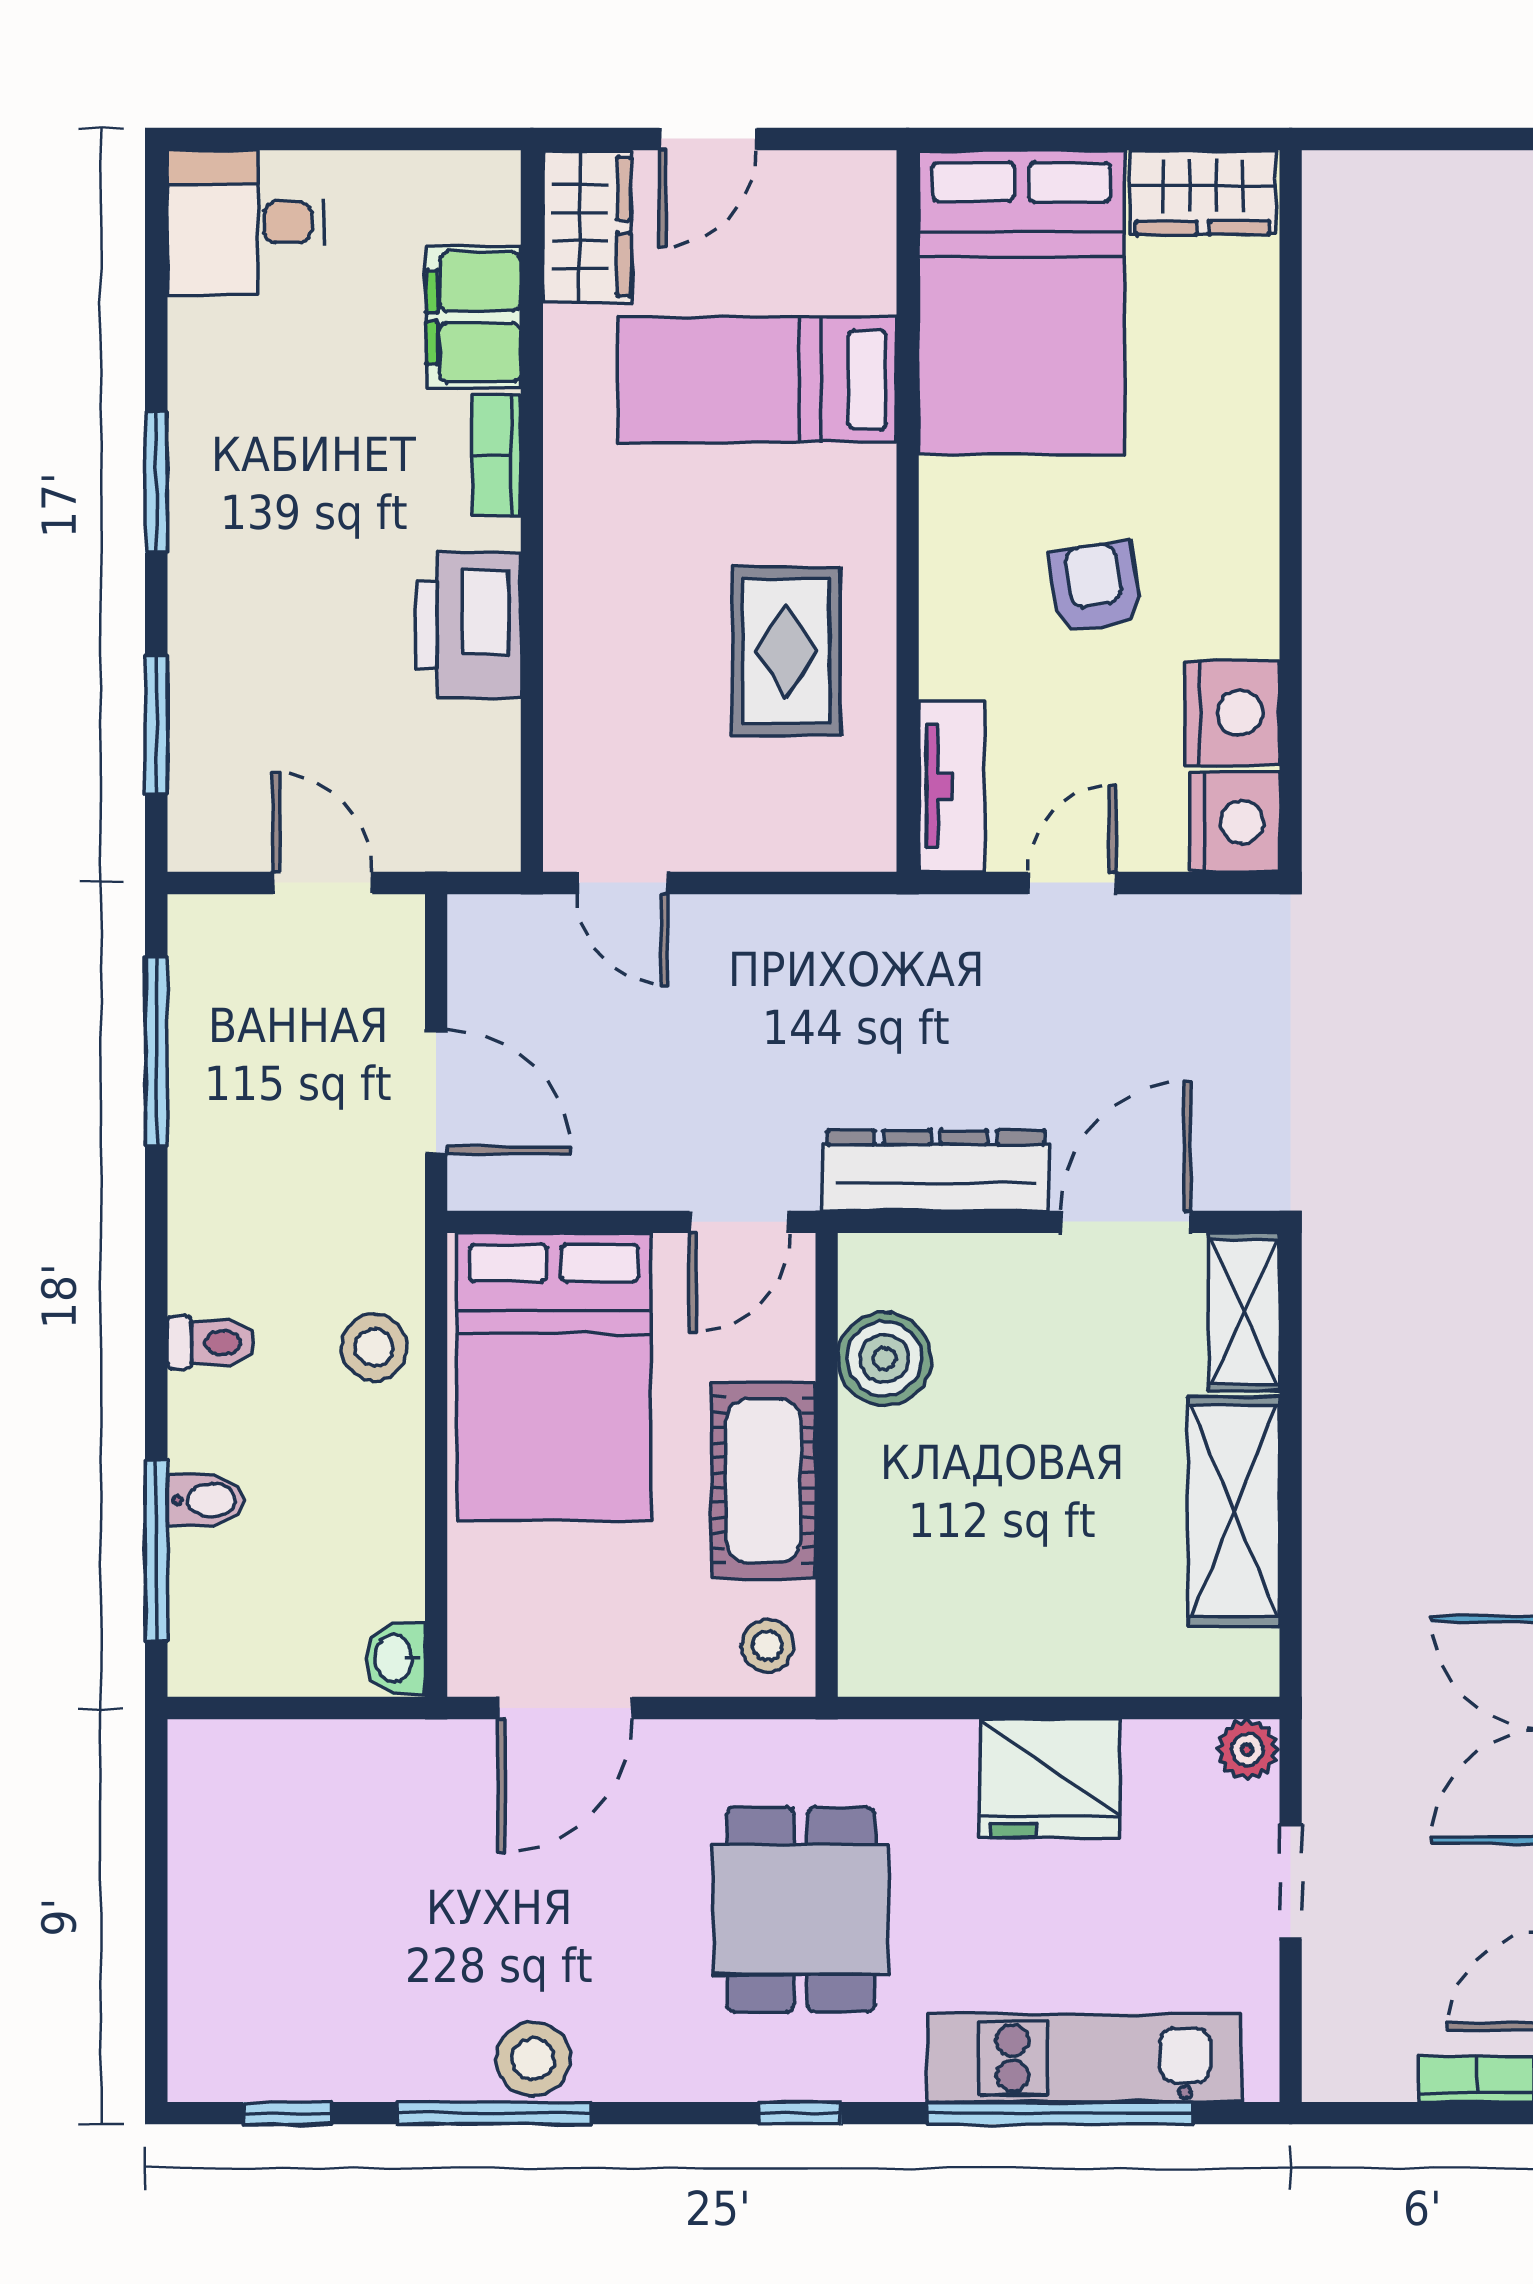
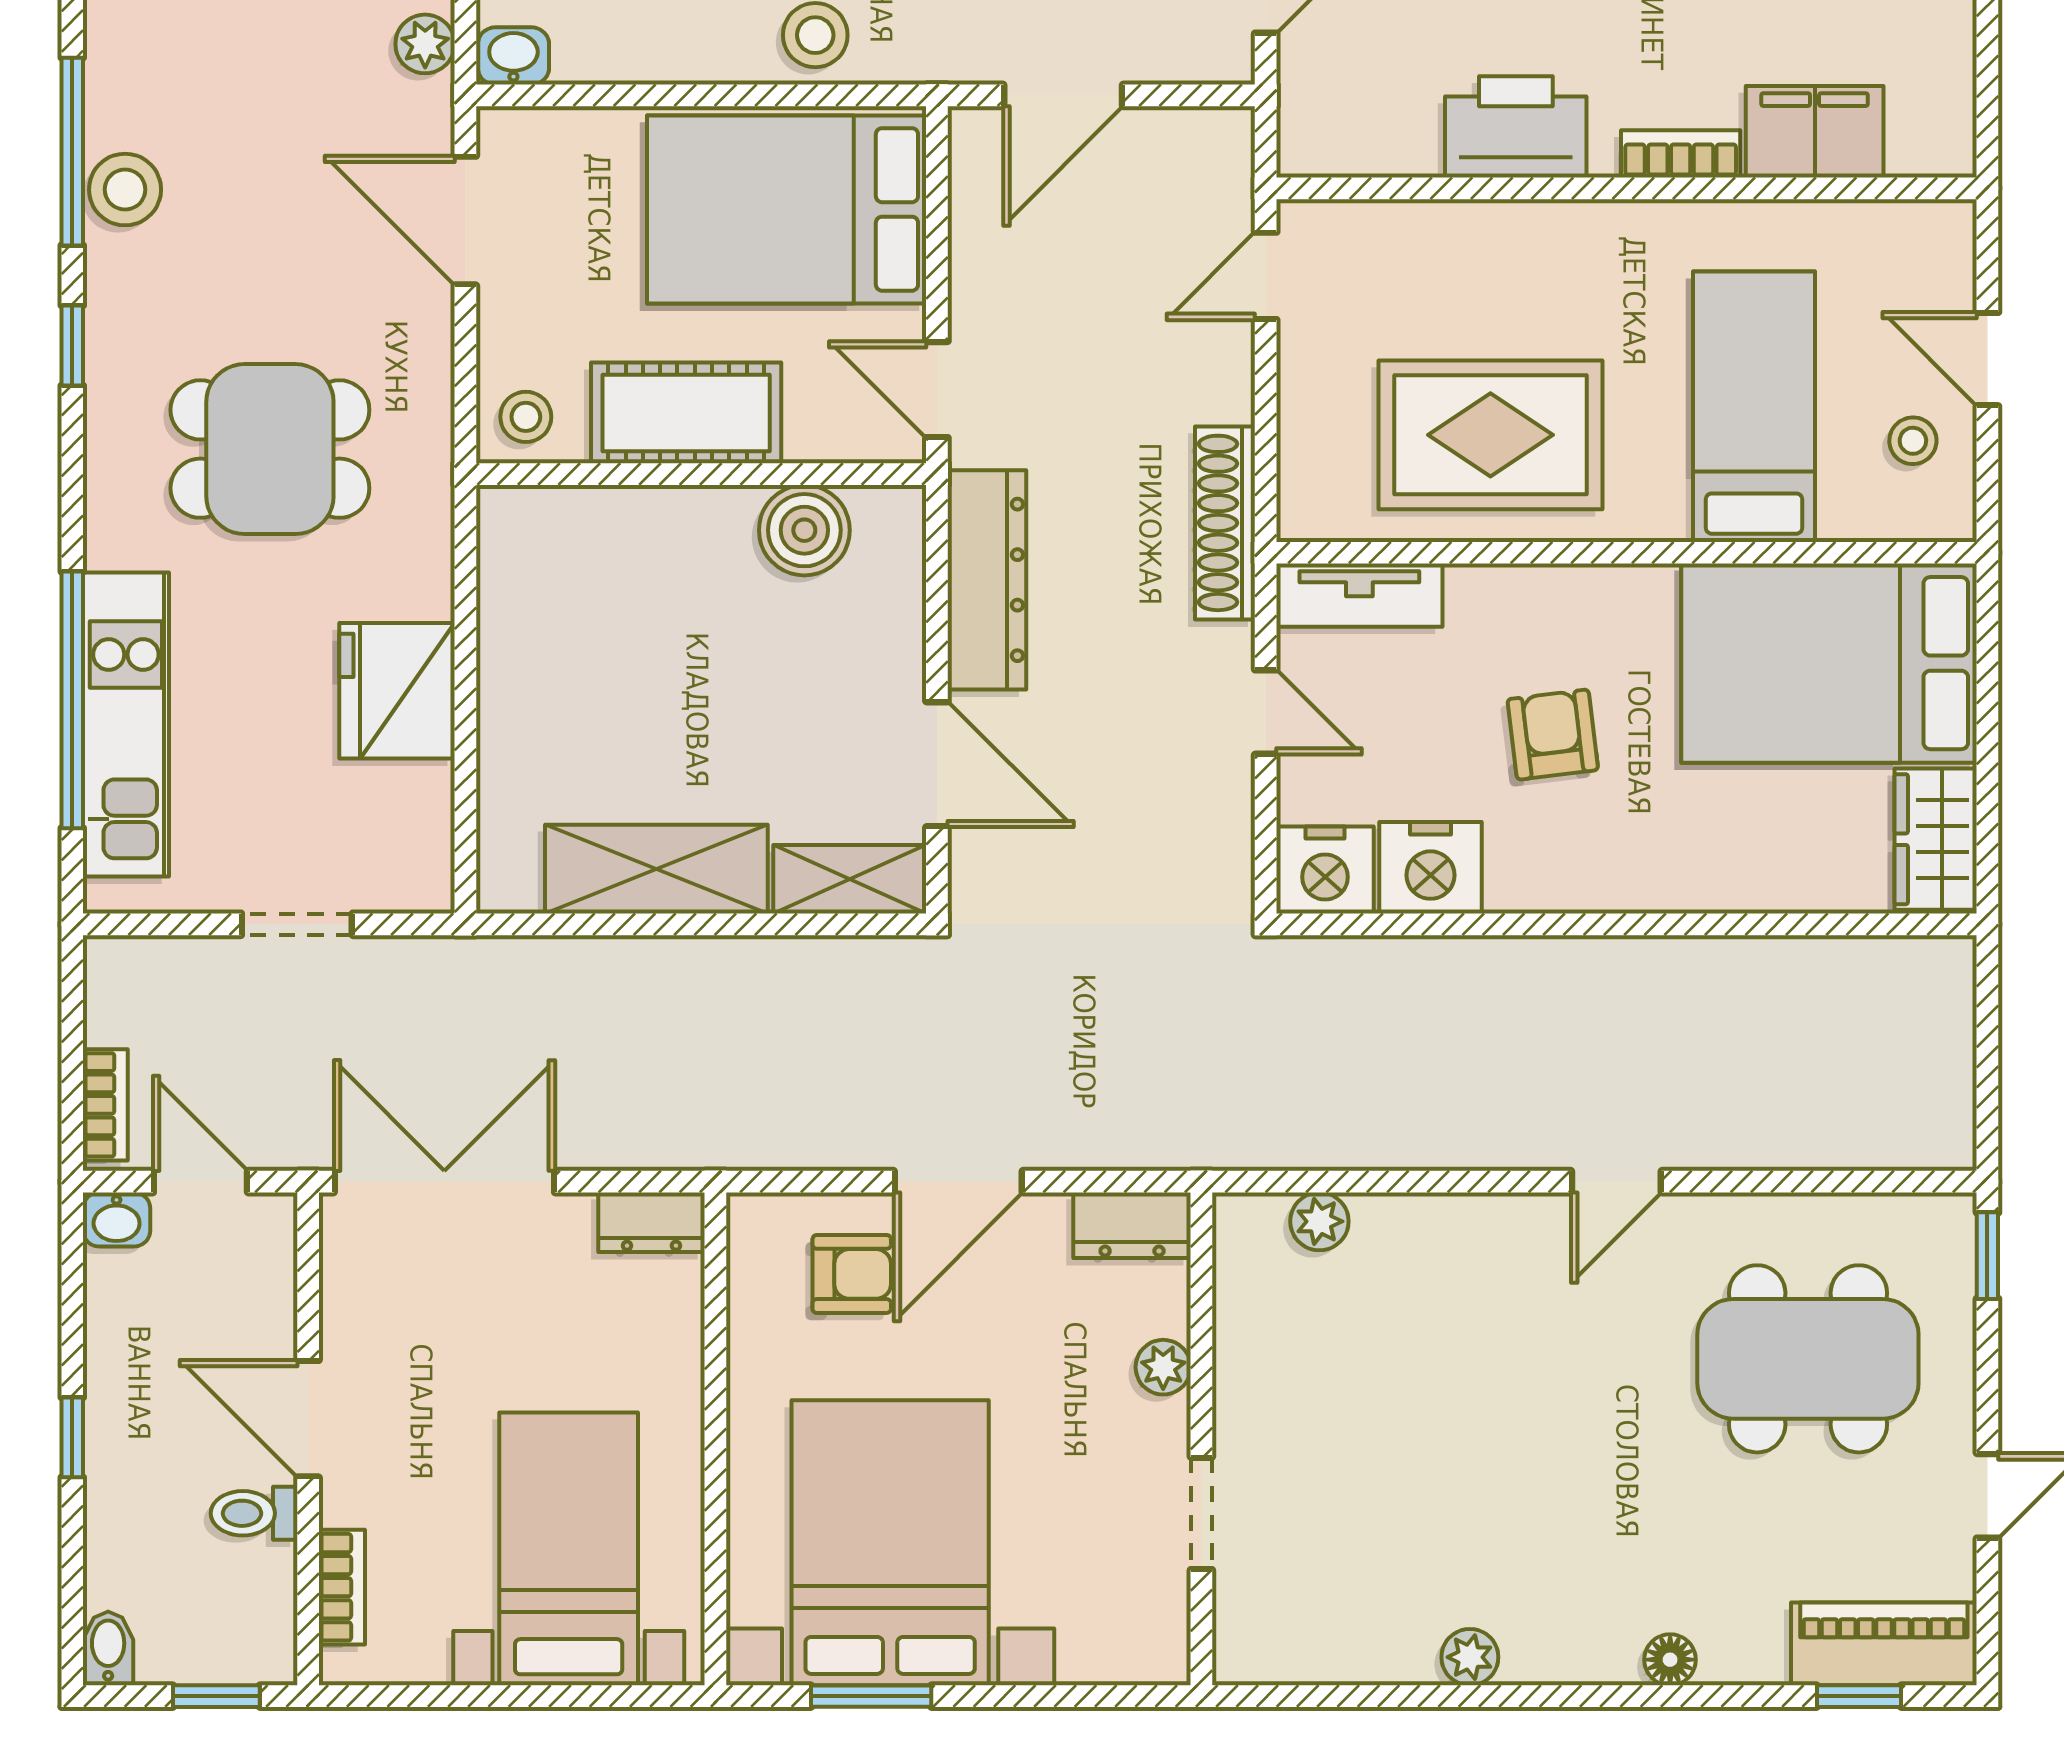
stool: (792, 216) -> (1913, 441), added
wardrobe: (587, 227) -> (1902, 242), removed
armchair: (1095, 587) -> (1553, 735), turned -88
rug: (786, 651) -> (1490, 435), width x1.36, depth x1.43
shoe rack: (877, 925) -> (1225, 523), added
plant: (1247, 1750) -> (425, 44), moved
window: (800, 2113) -> (72, 346), moved

